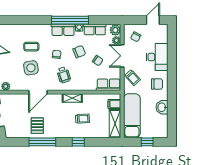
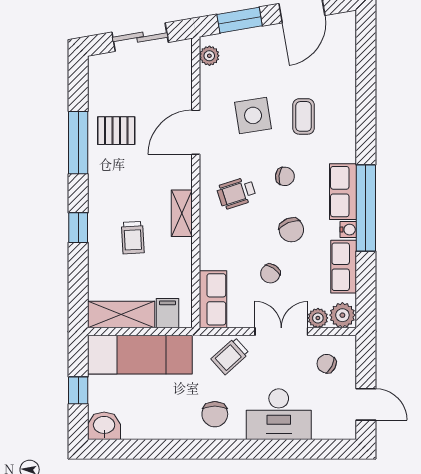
door: (38, 92) -> (196, 132), hinge flipped
washbasin: (162, 107) -> (104, 426), moved

